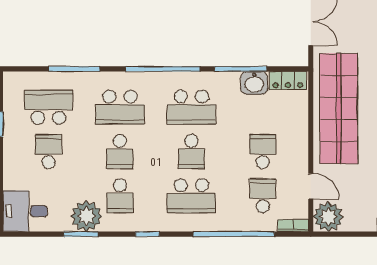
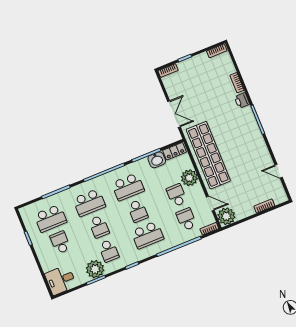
school desk: (49, 107) -> (50, 218), turned 180
plant: (294, 132) -> (189, 178), added

